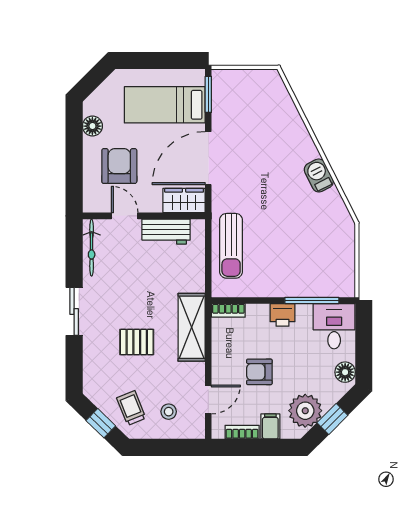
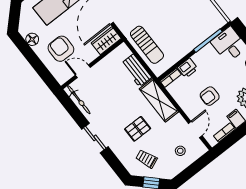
workbench: (166, 232) -> (136, 70), moved, turned 90
printer: (283, 315) -> (188, 68), moved
trolley: (131, 408) -> (147, 159), moved

